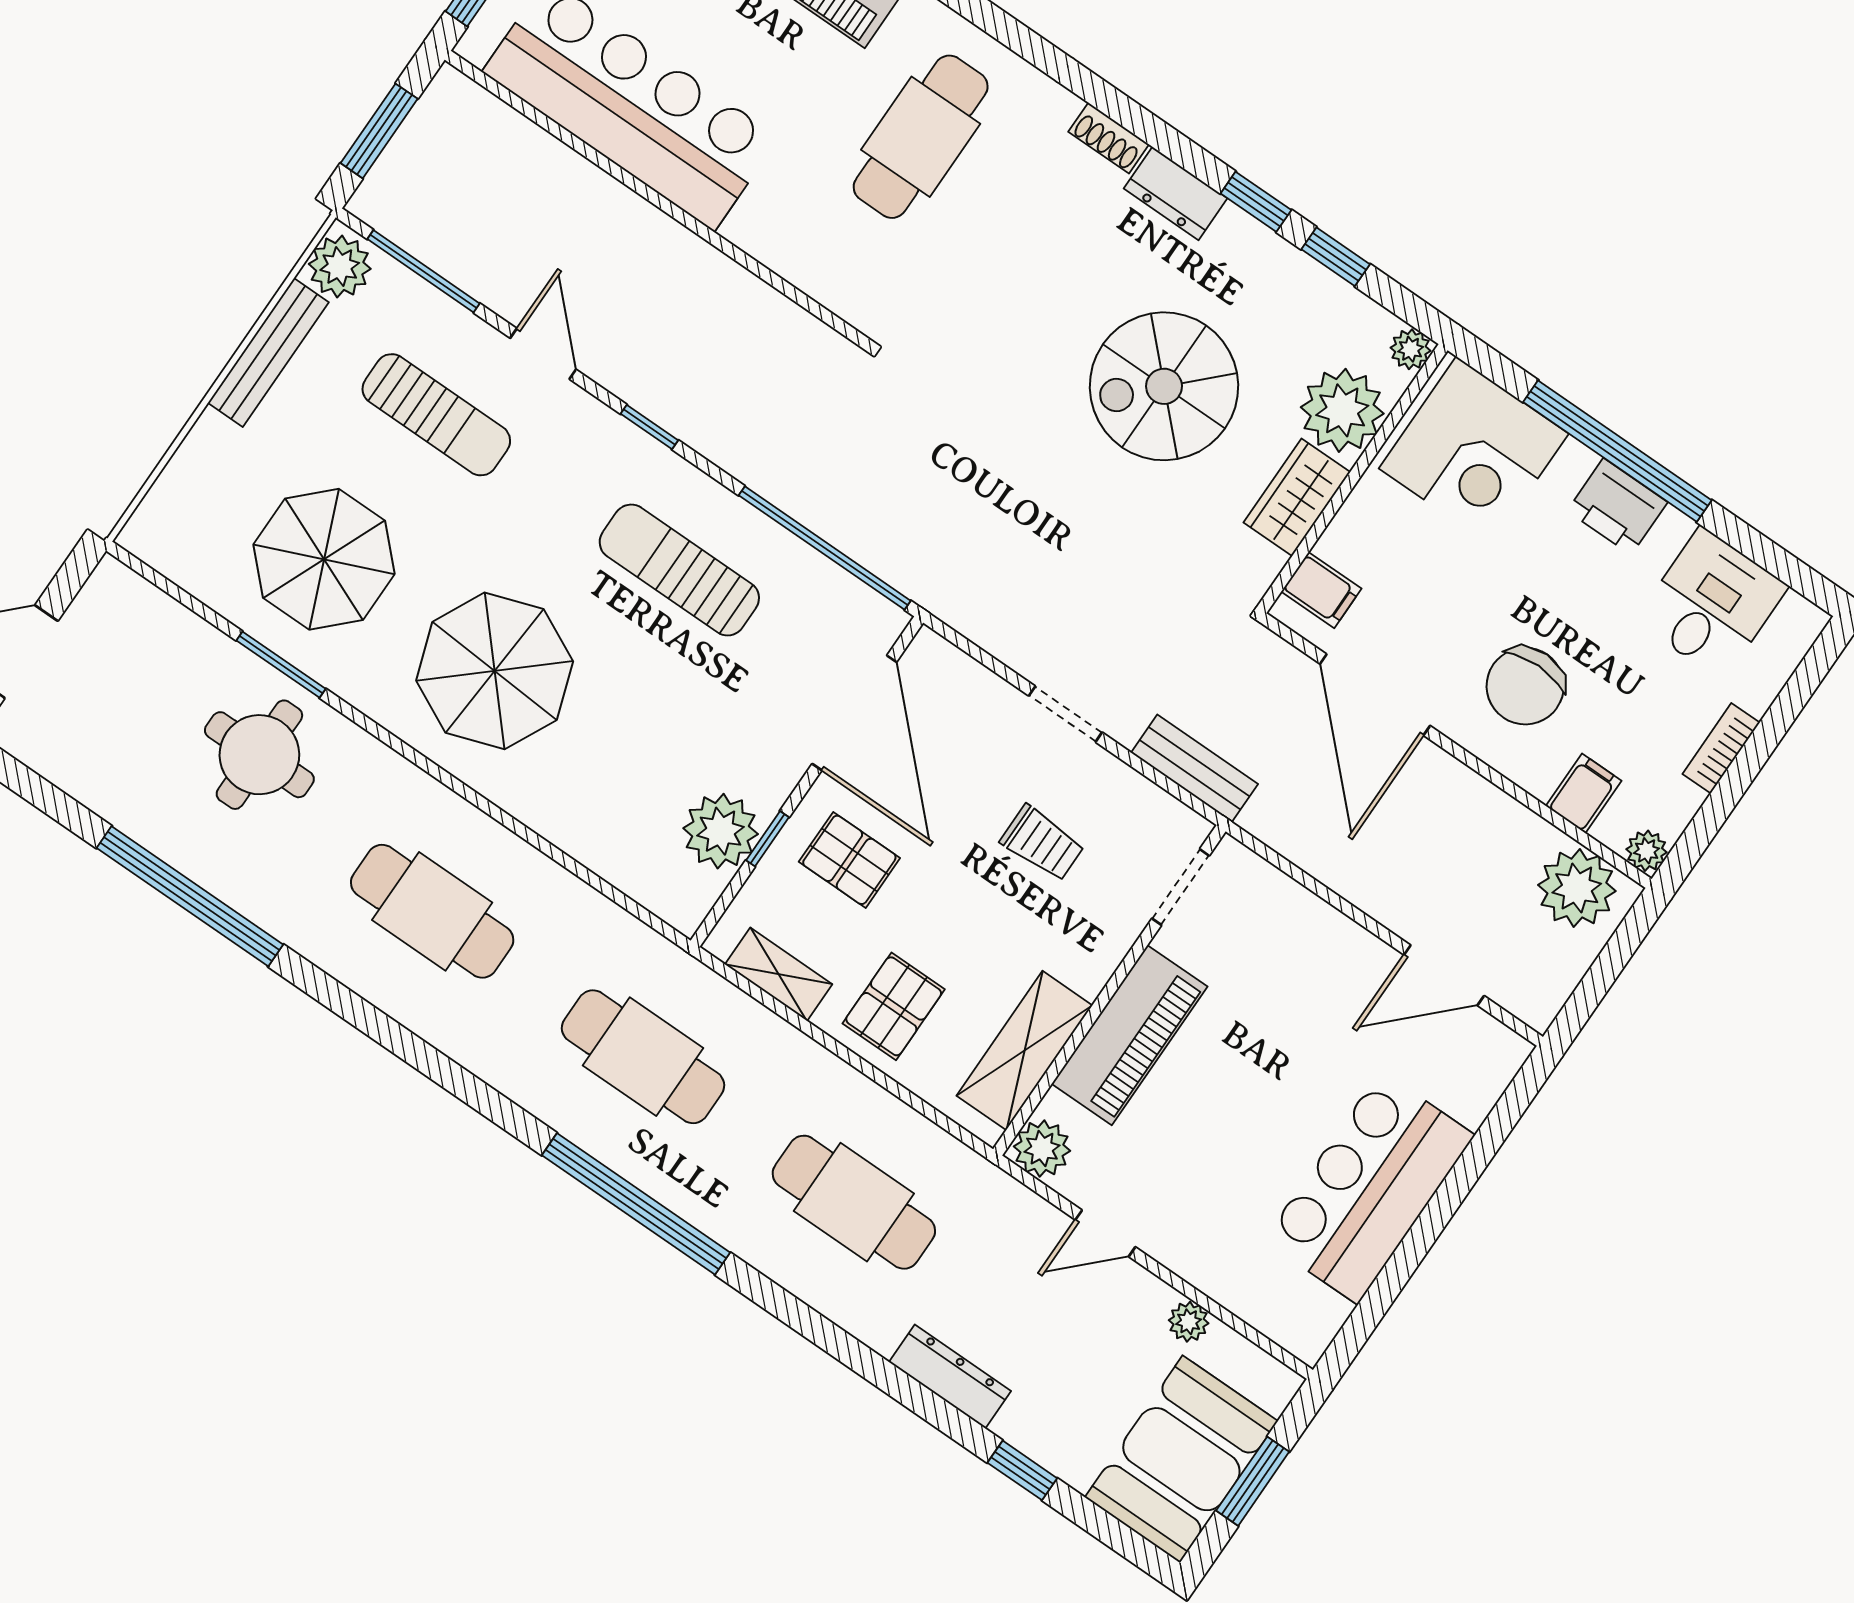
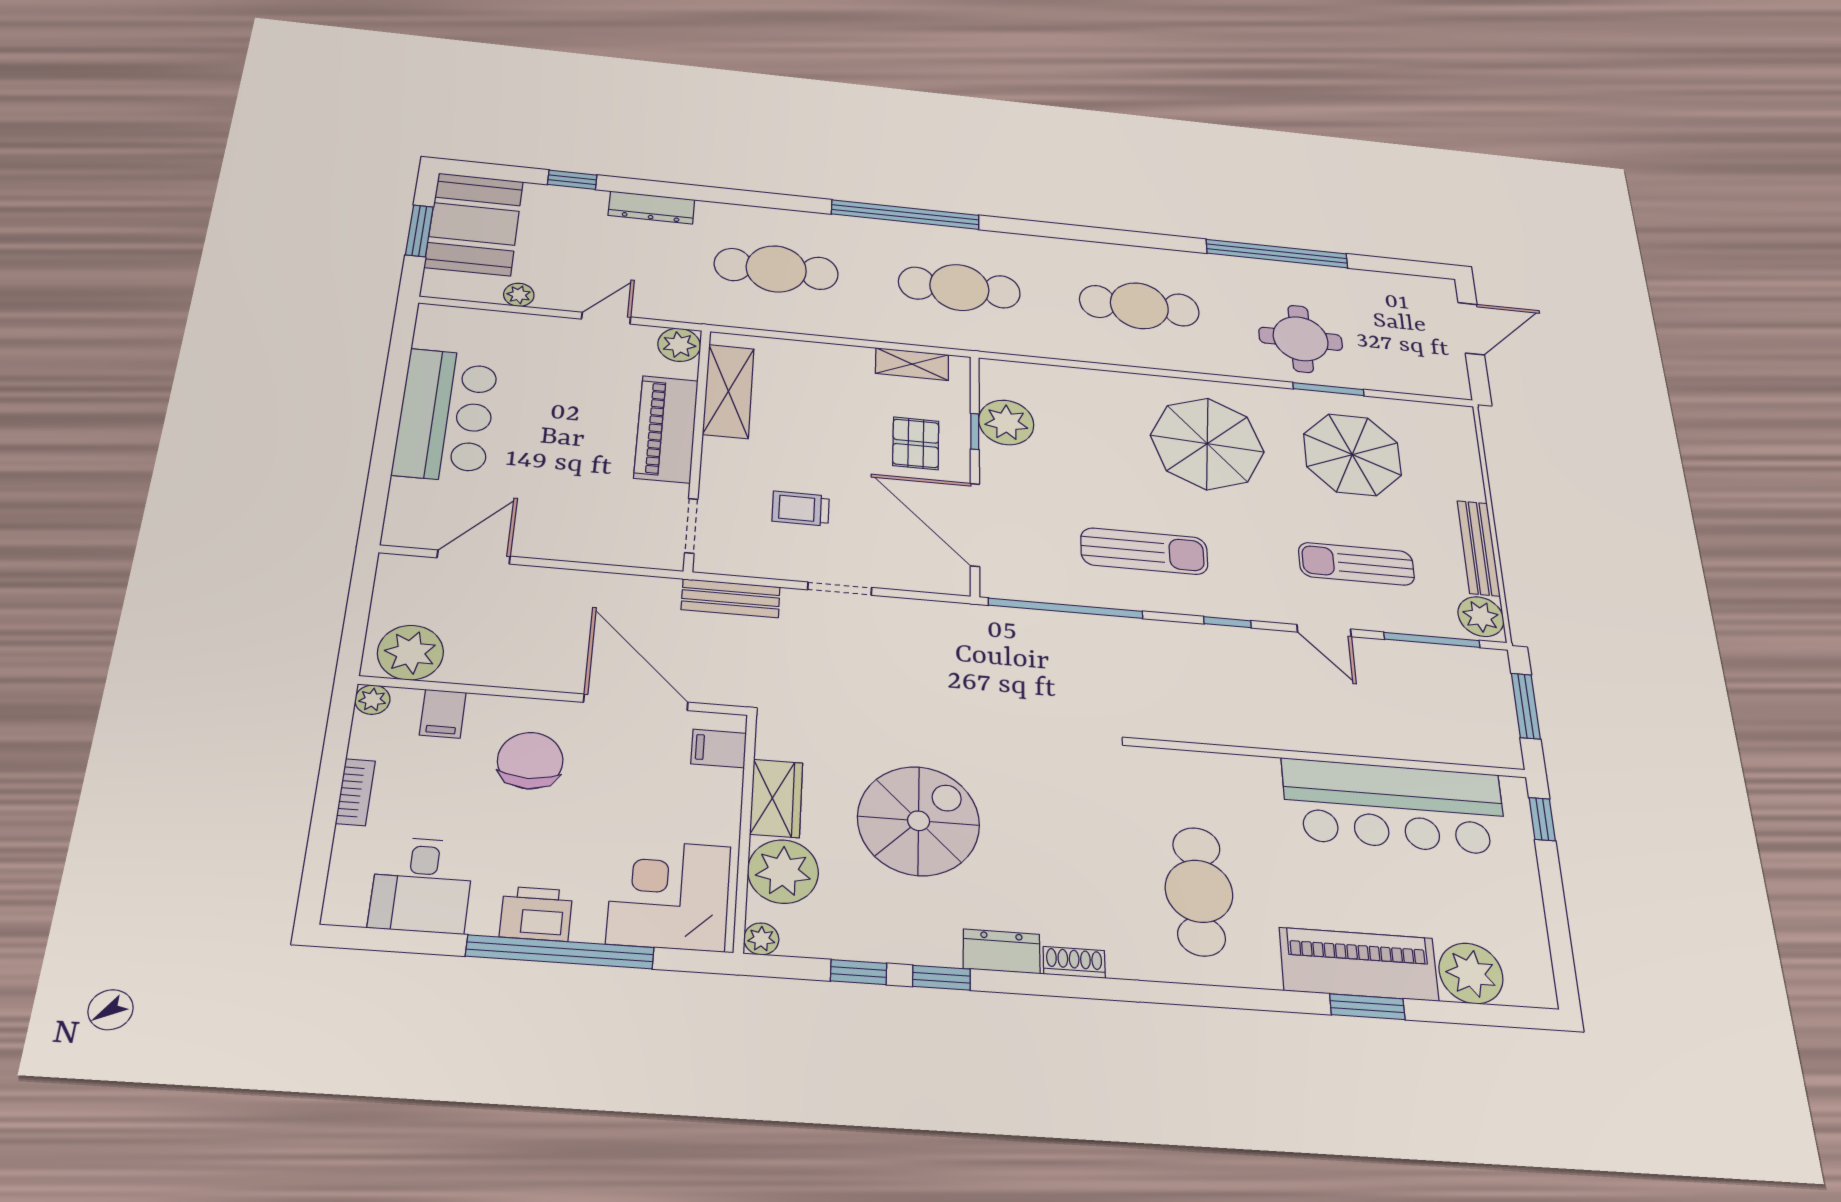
pallet: (849, 860) -> (916, 443), turned 90
pallet: (894, 1006) -> (829, 378), removed

